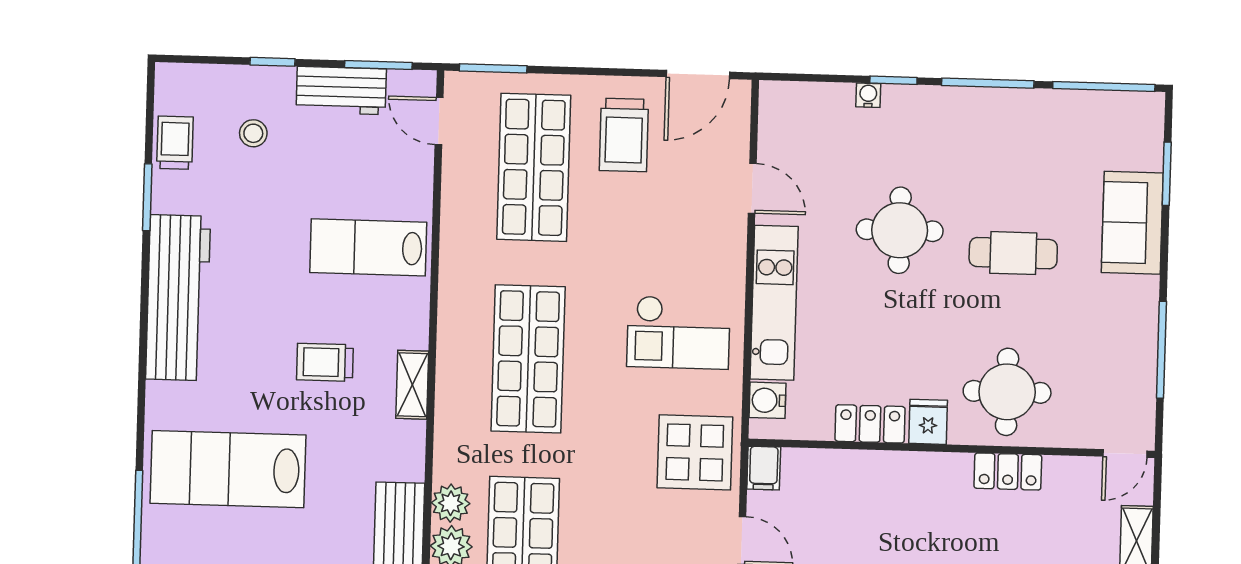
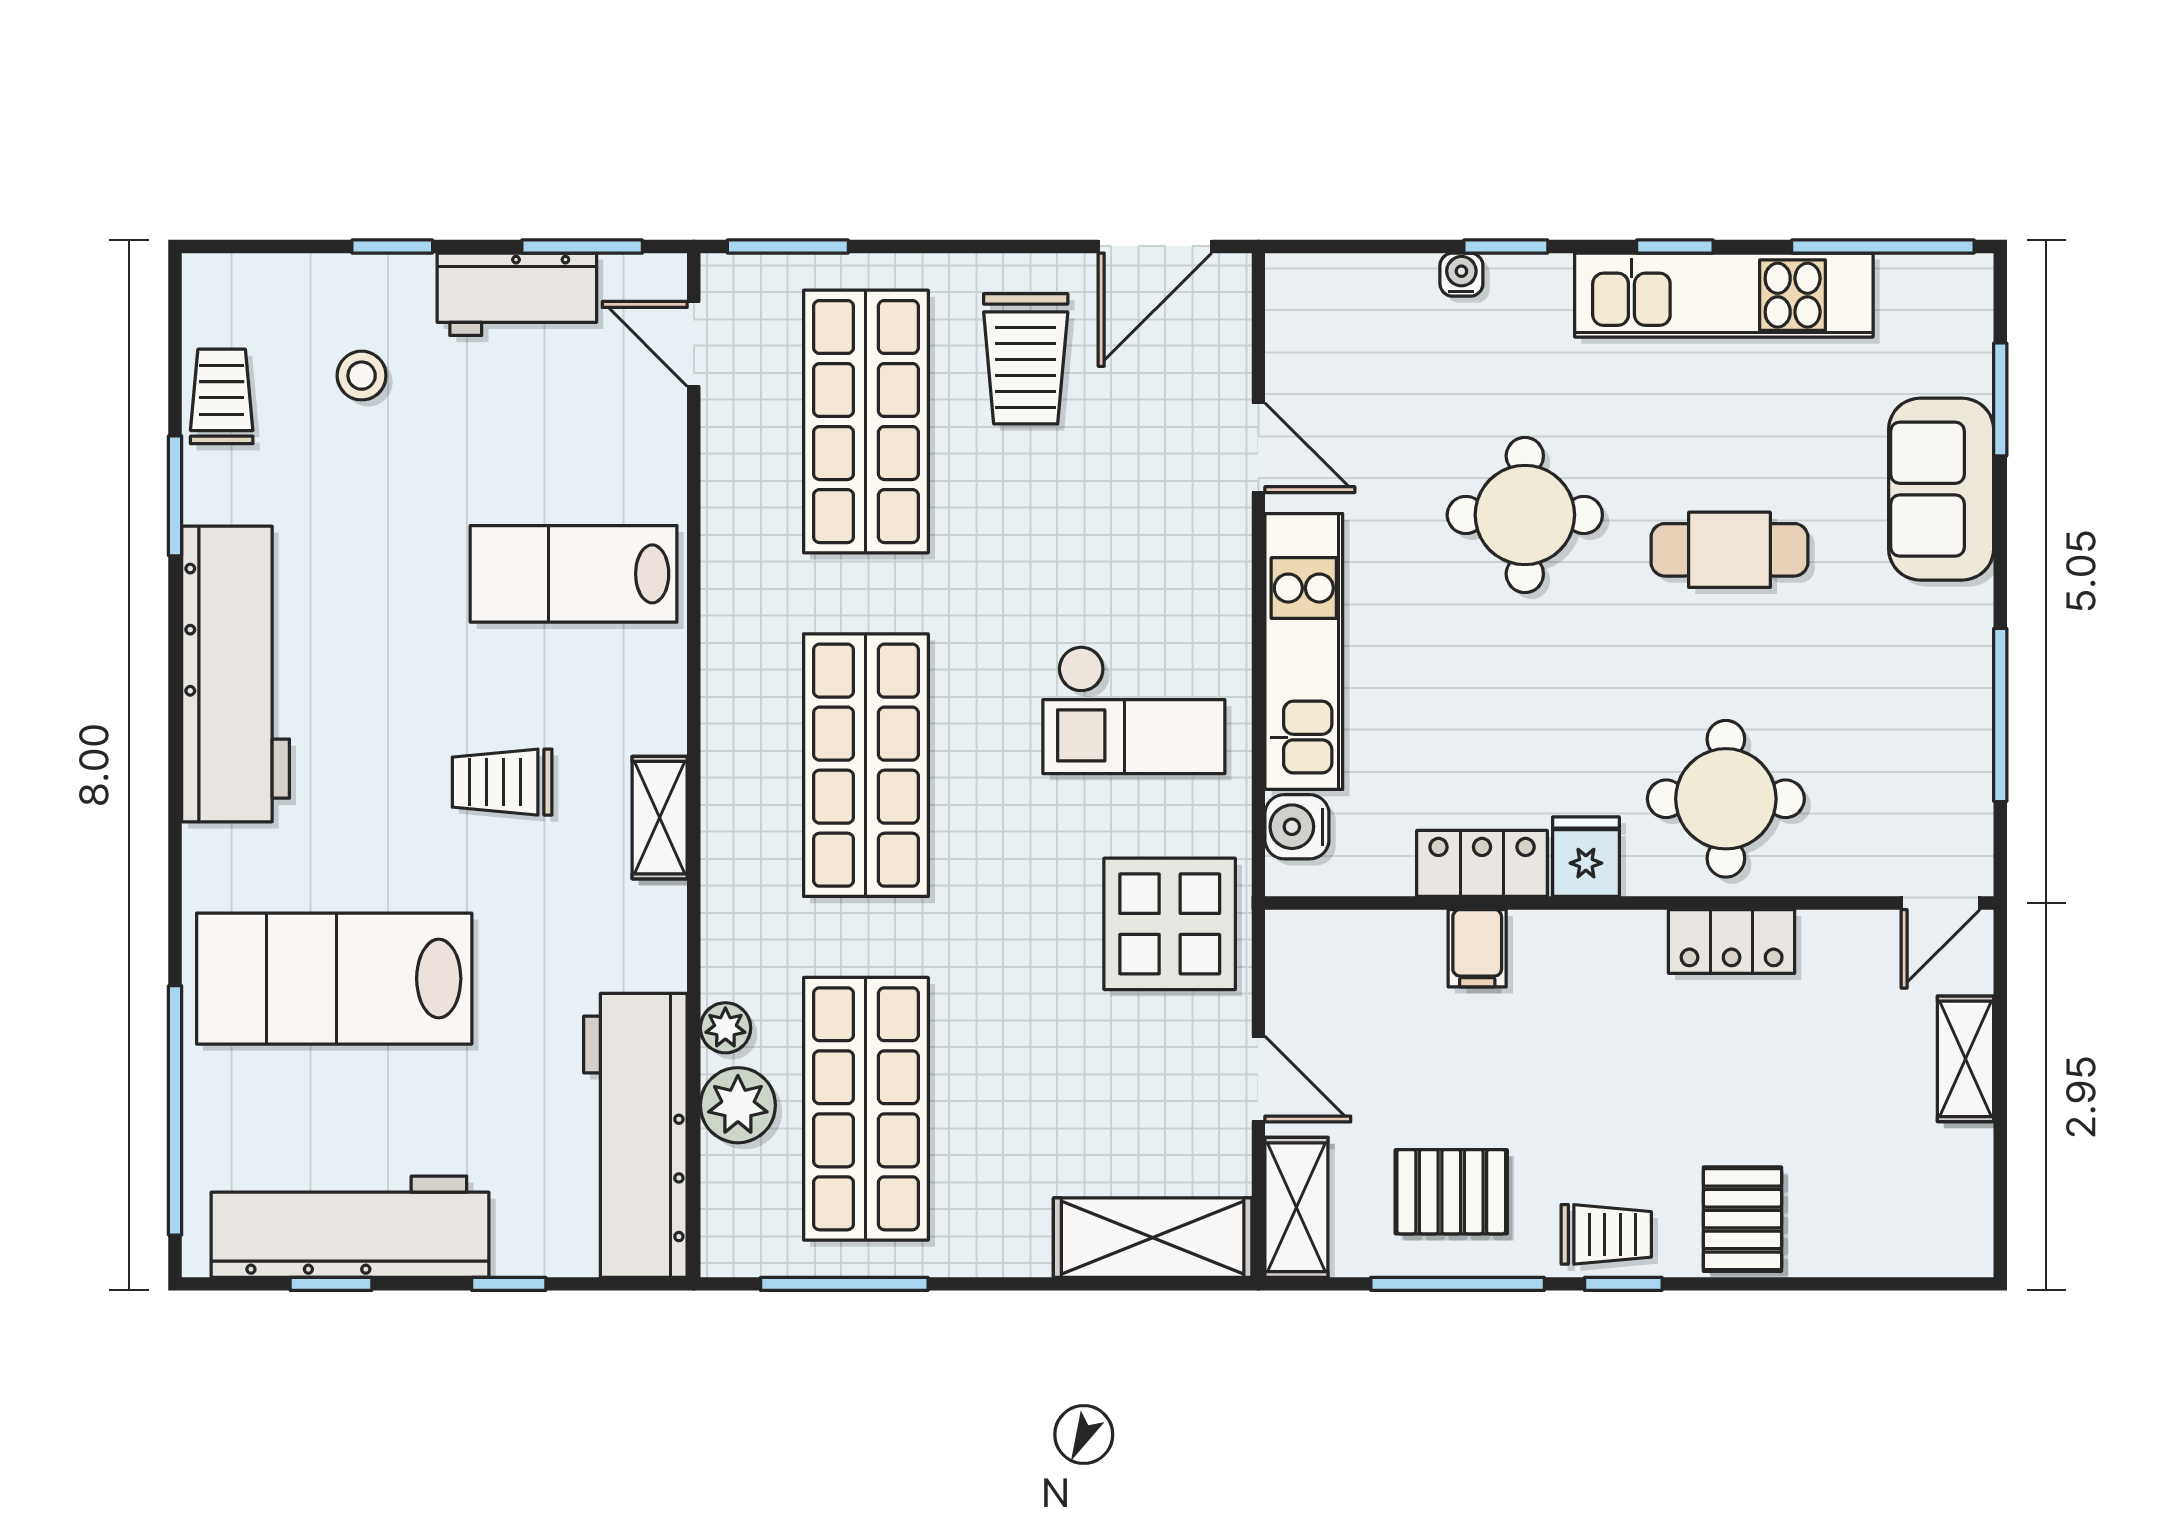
window: (988, 83) -> (1675, 246), width x0.46
kitchen unit: (1014, 111) -> (1724, 295), added
filing cabinet: (764, 468) -> (1477, 948), moved
plant: (451, 503) -> (725, 1028), width x0.73, depth x0.73

